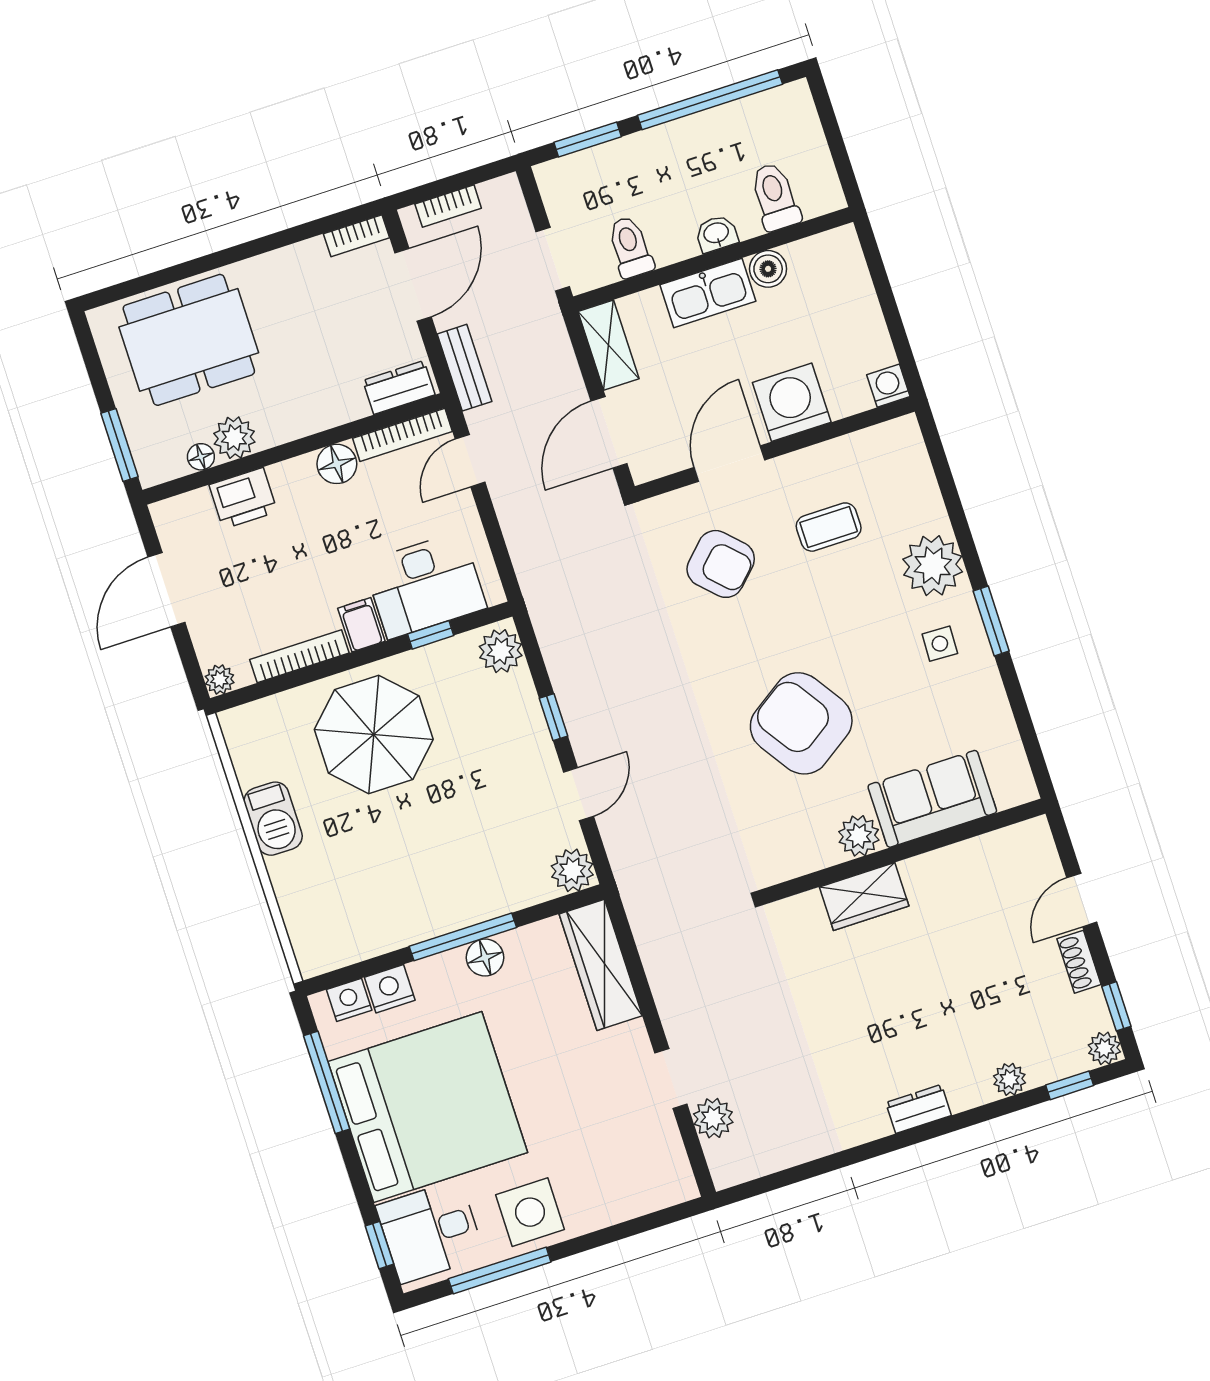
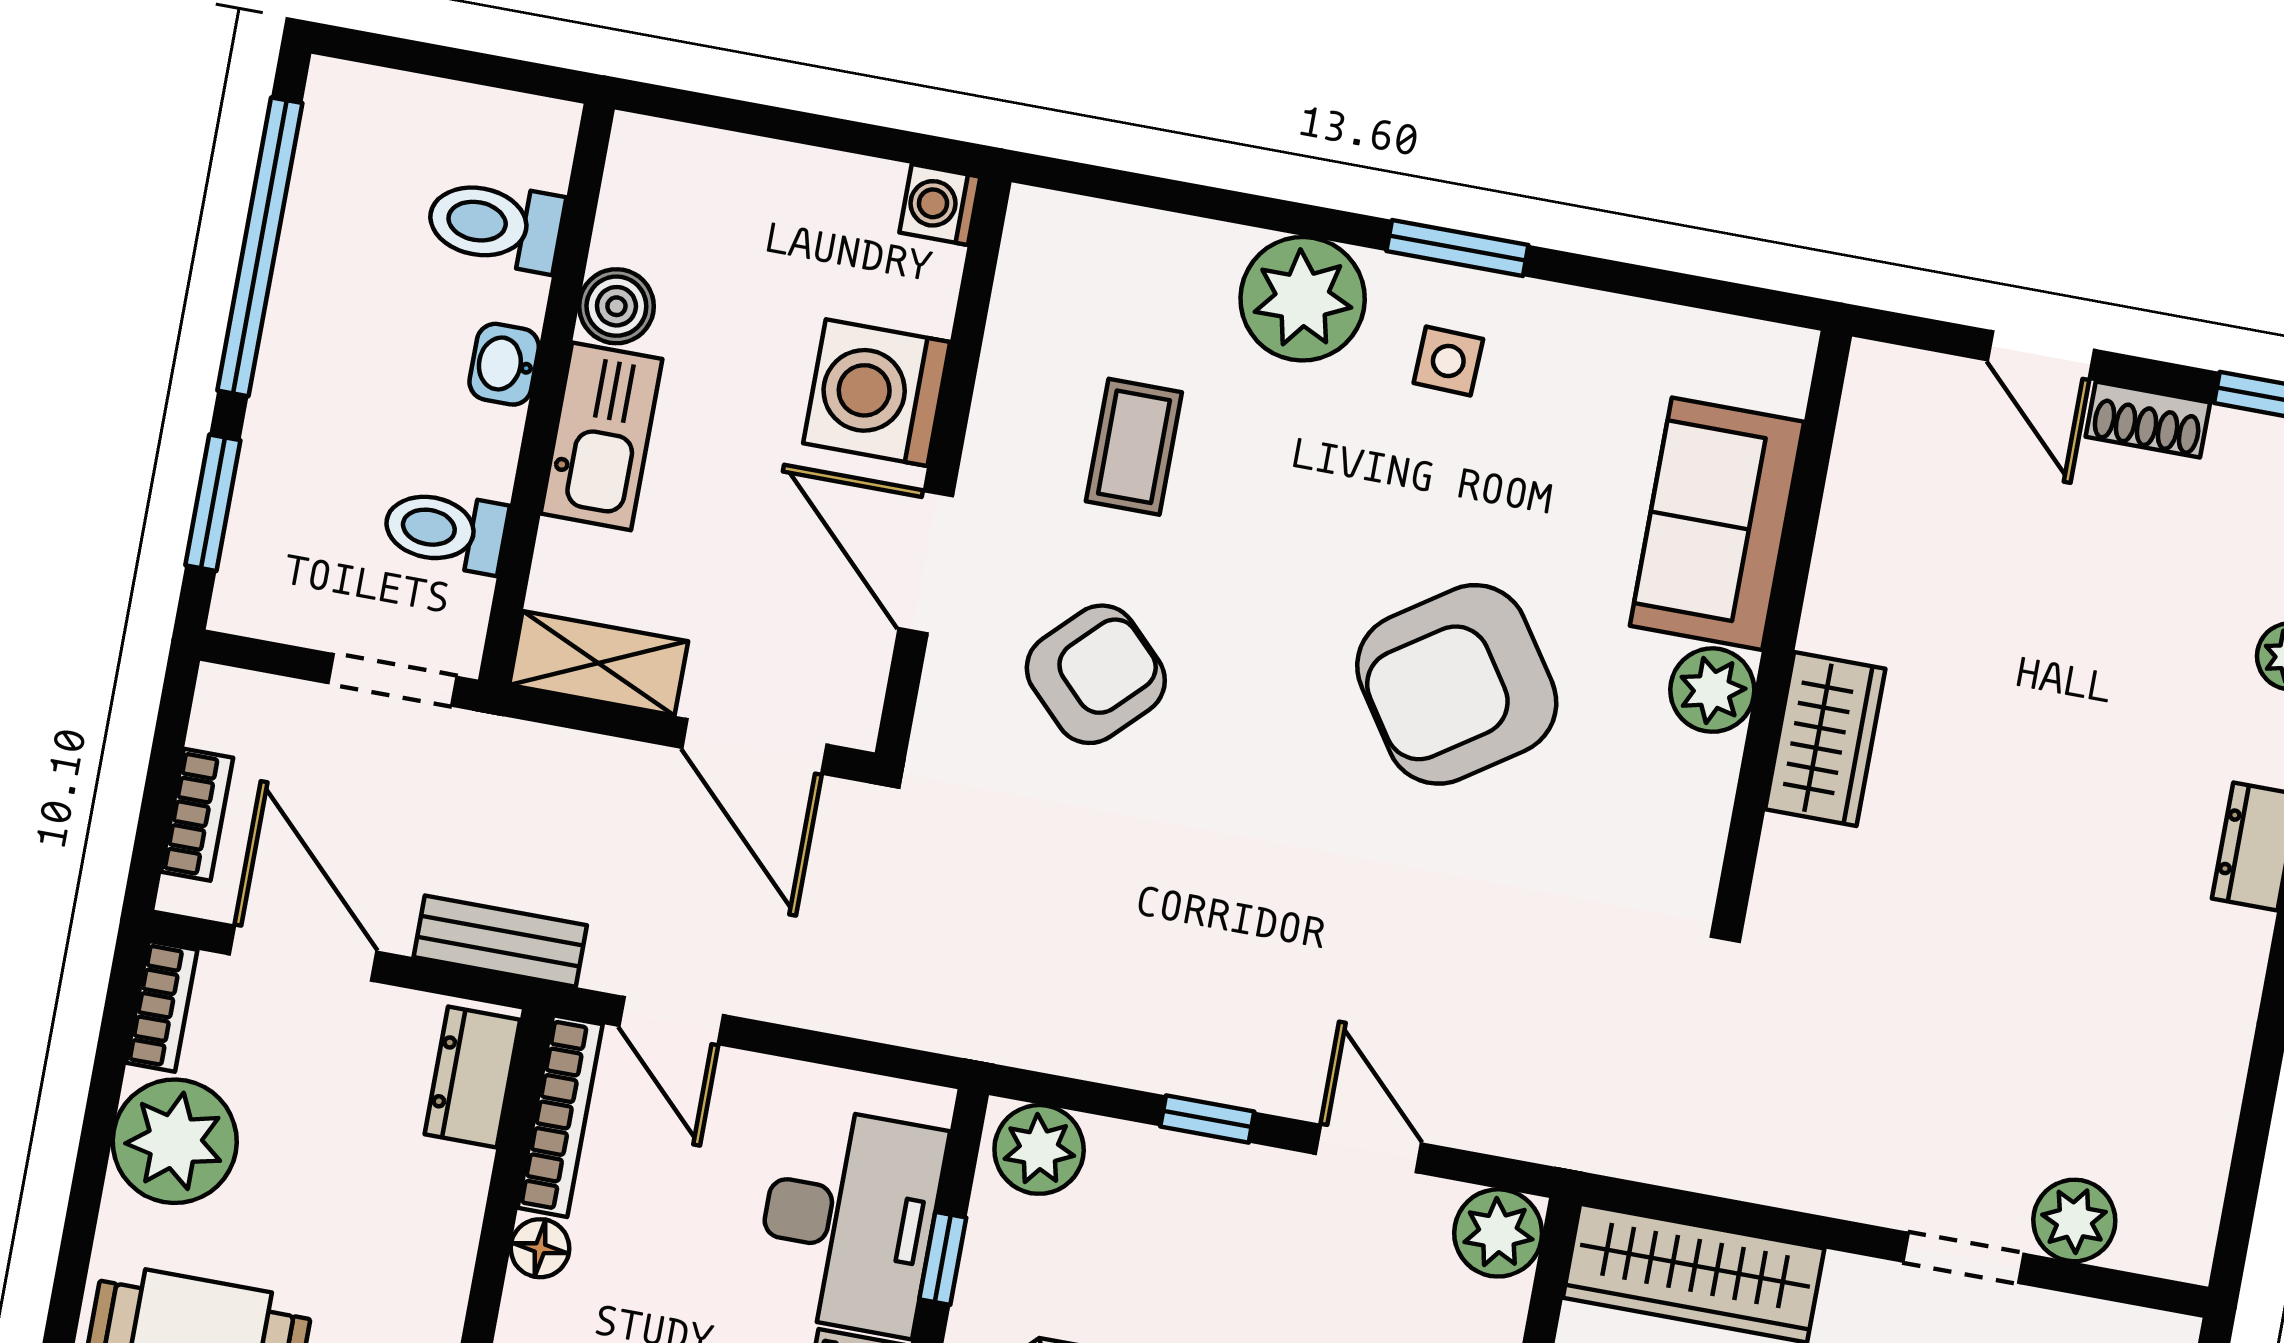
plant: (301, 273) -> (175, 1141), added
floor lamp: (337, 464) -> (540, 1248), width x0.73, depth x0.73

